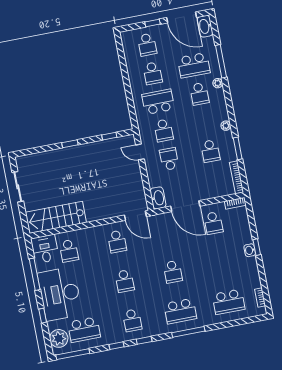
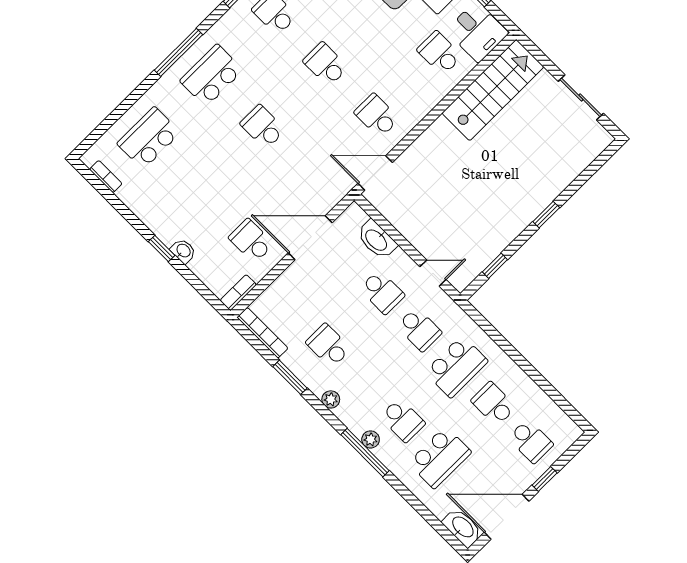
school desk: (147, 45) -> (531, 441), turned 180
window: (221, 61) -> (365, 453), moved
school desk: (194, 65) -> (440, 457), turned 180
plant: (218, 83) -> (371, 439), moved
school desk: (199, 94) -> (403, 420), turned 180
school desk: (164, 130) -> (419, 329), turned 180
washbasin: (158, 198) -> (377, 240), moved
washbasin: (250, 250) -> (183, 251), moved

